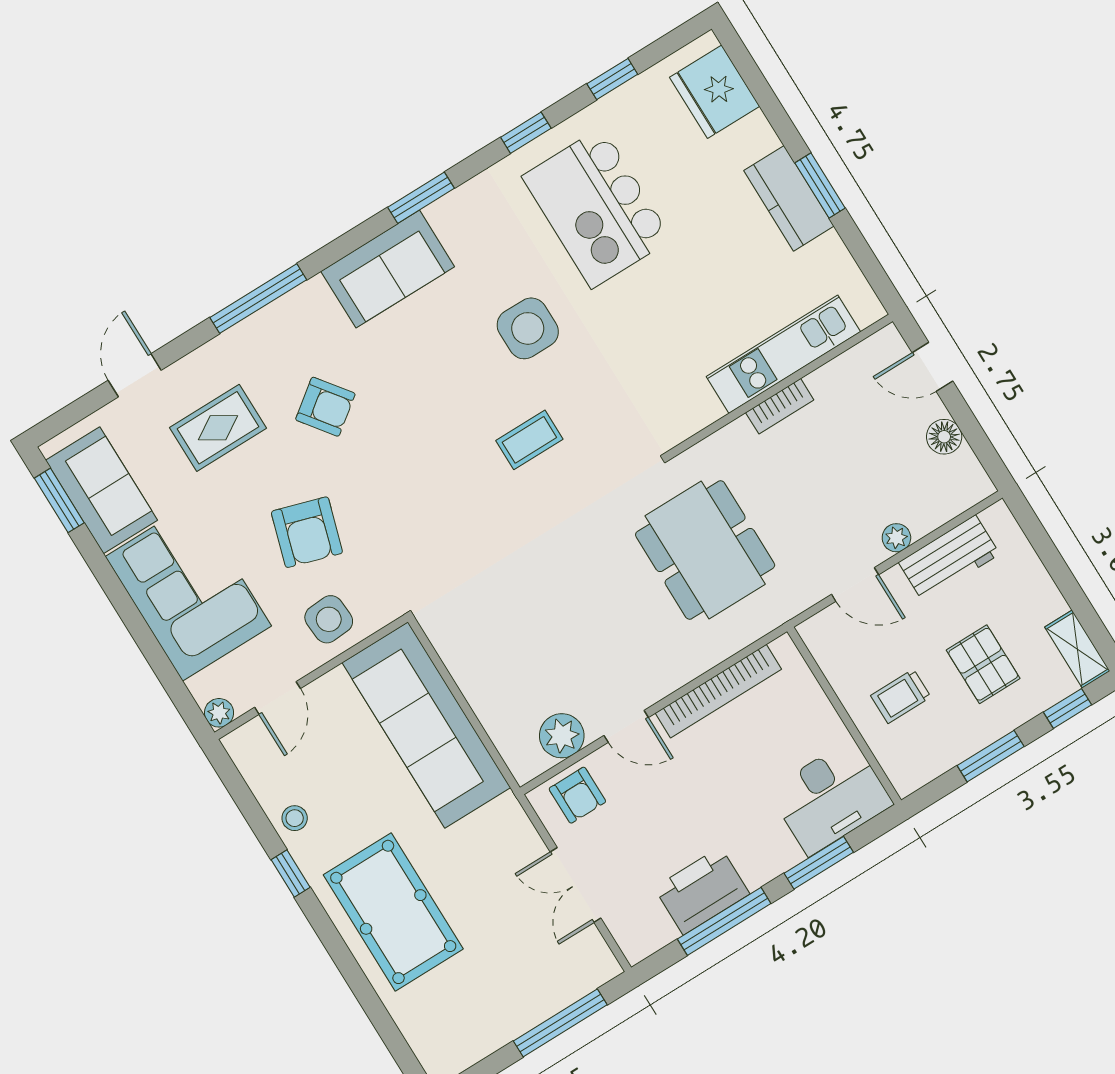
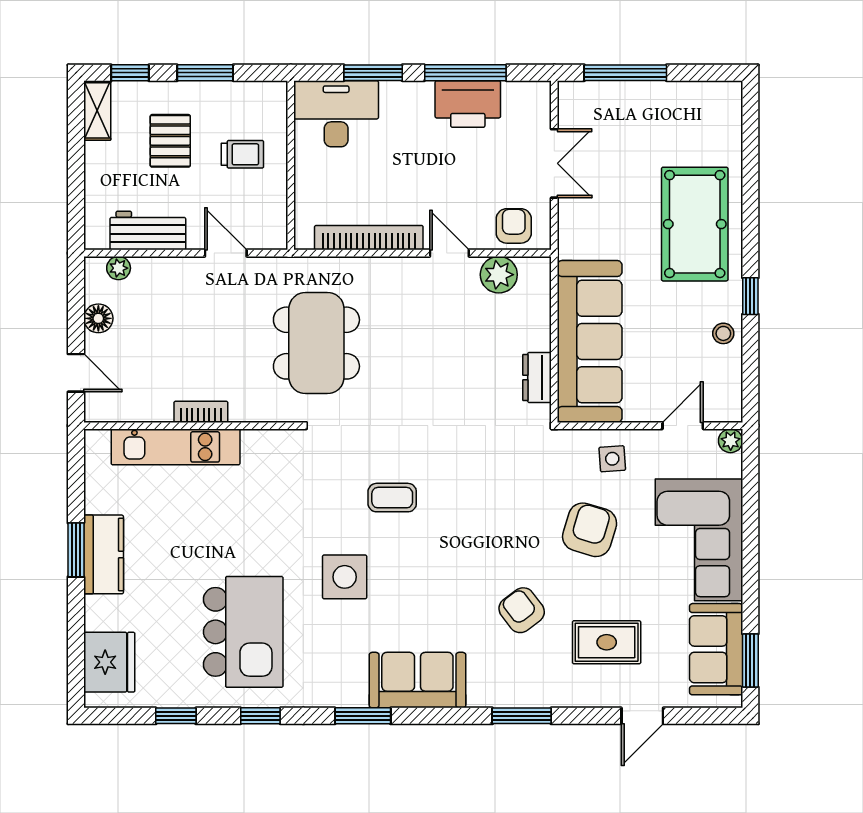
window: (258, 299) -> (522, 716), width x0.69
plant: (896, 538) -> (119, 268), moved
side table: (329, 619) -> (612, 459), width x0.73, depth x0.73
dresser: (457, 655) -> (537, 377), added

